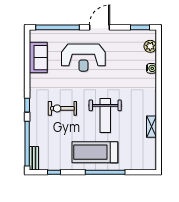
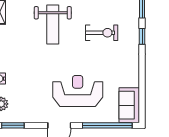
sofa: (38, 58) -> (129, 105), moved
weight bench: (105, 116) -> (53, 25), turned 180

